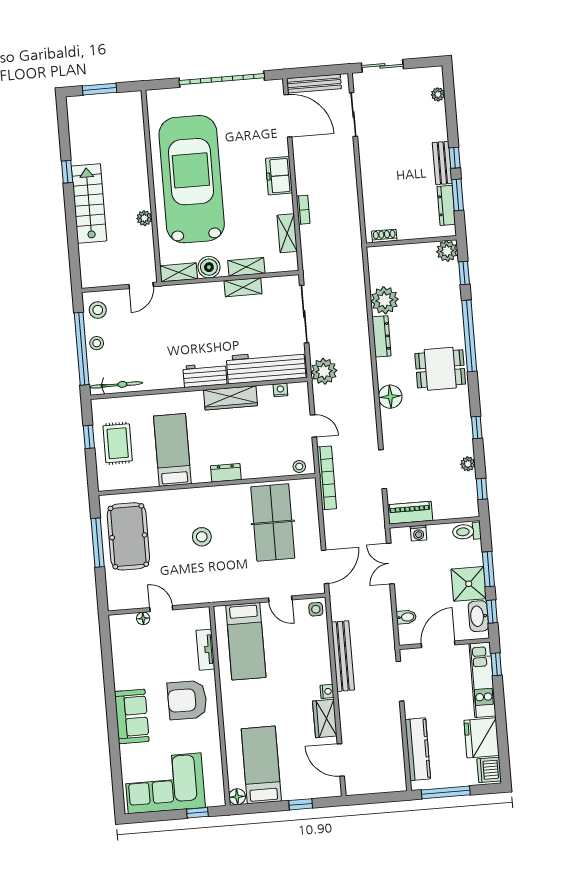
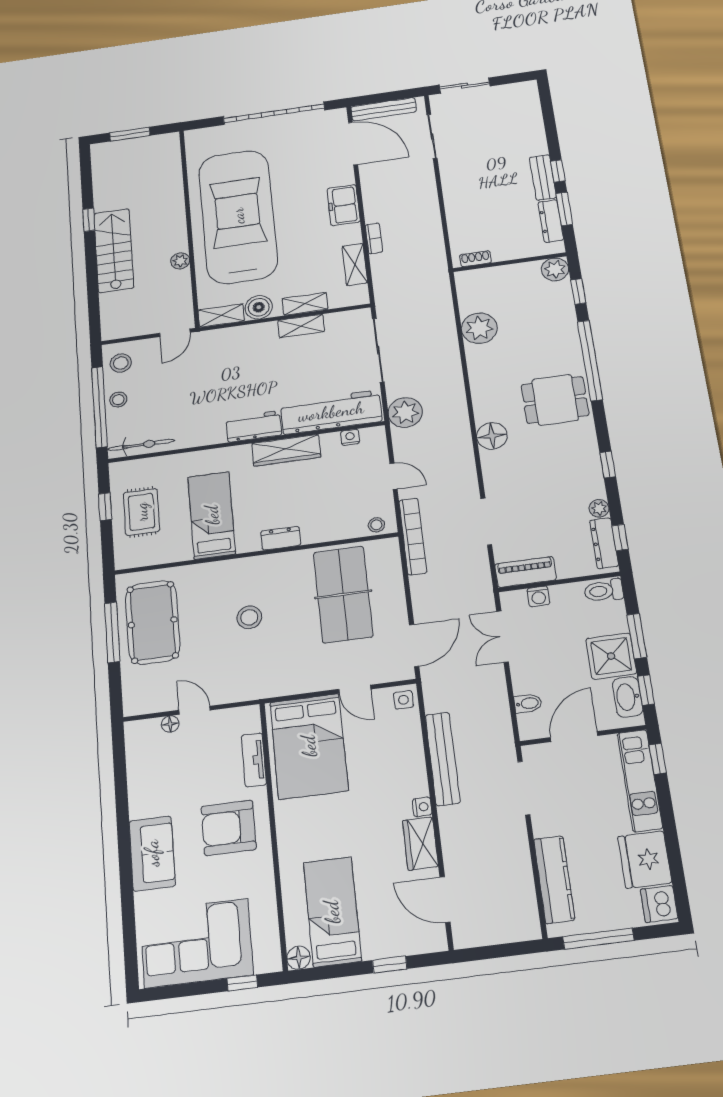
plant: (438, 94) -> (533, 109), removed
dresser: (381, 336) -> (604, 543), moved, turned 180
bed: (246, 641) -> (309, 746), width x1.50

